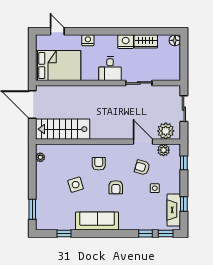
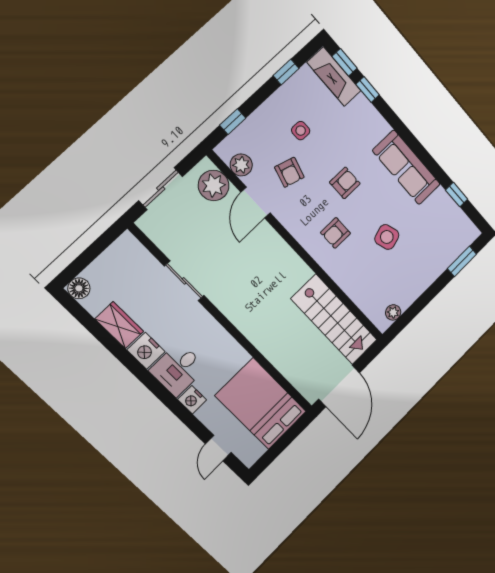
desk: (110, 69) -> (178, 369), moved, turned 180
fireplace: (174, 210) -> (334, 77), moved, turned 90

